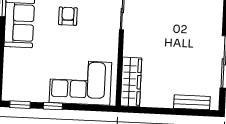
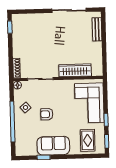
rug: (23, 76) -> (88, 140), added
wardrobe: (131, 82) -> (75, 70), moved

